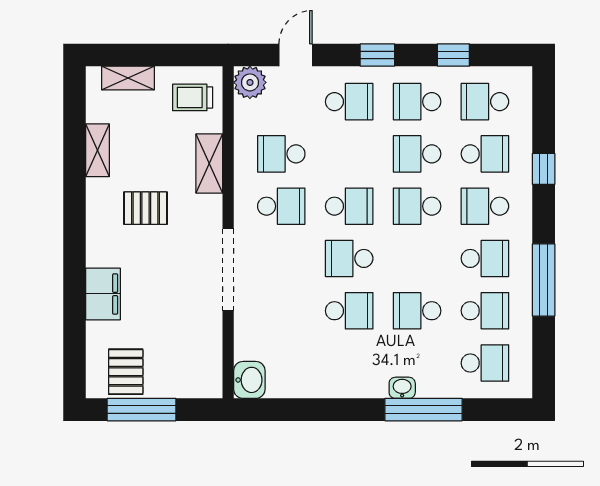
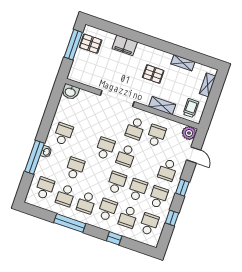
pallet: (146, 208) -> (153, 74), turned 90
school desk: (349, 311) -> (63, 134), moved, turned 180
school desk: (485, 363) -> (45, 188), turned 180

